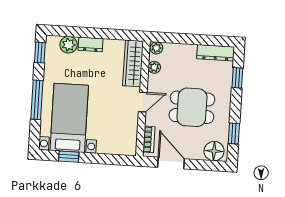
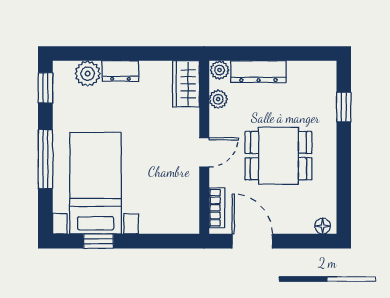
dresser: (216, 53) -> (258, 72), moved
wardrobe: (133, 63) -> (186, 84), width x0.67
window: (234, 133) -> (344, 191), removed
floor lamp: (214, 151) -> (323, 226), width x0.53, depth x0.53

